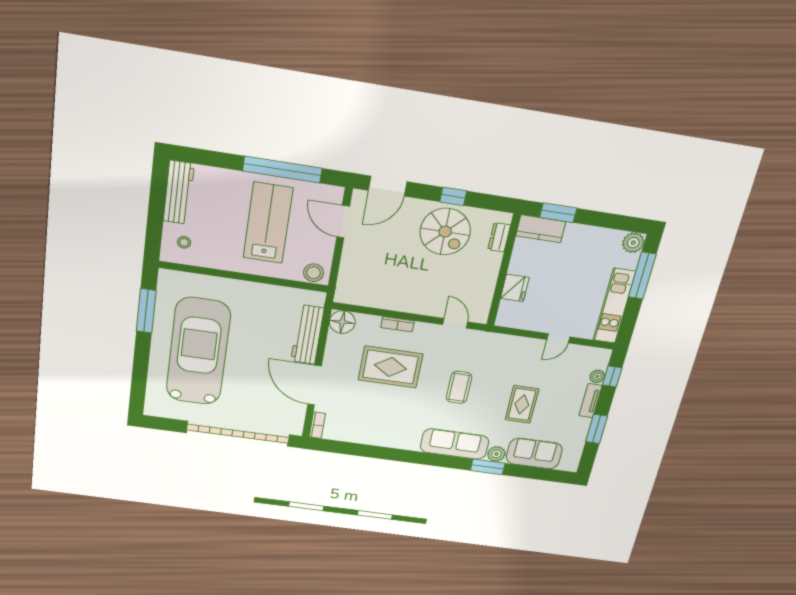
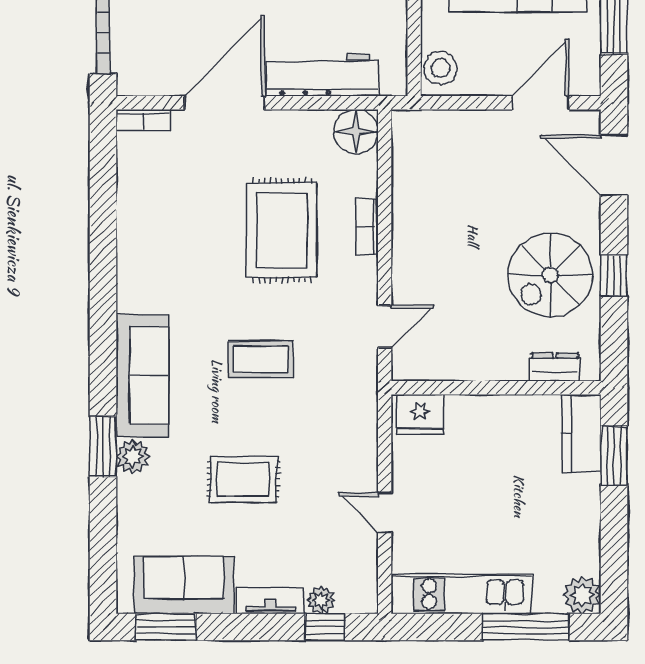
fridge: (515, 288) -> (420, 414), moved
window: (597, 429) -> (166, 627), moved
sofa: (534, 453) -> (184, 585), moved, turned -90

